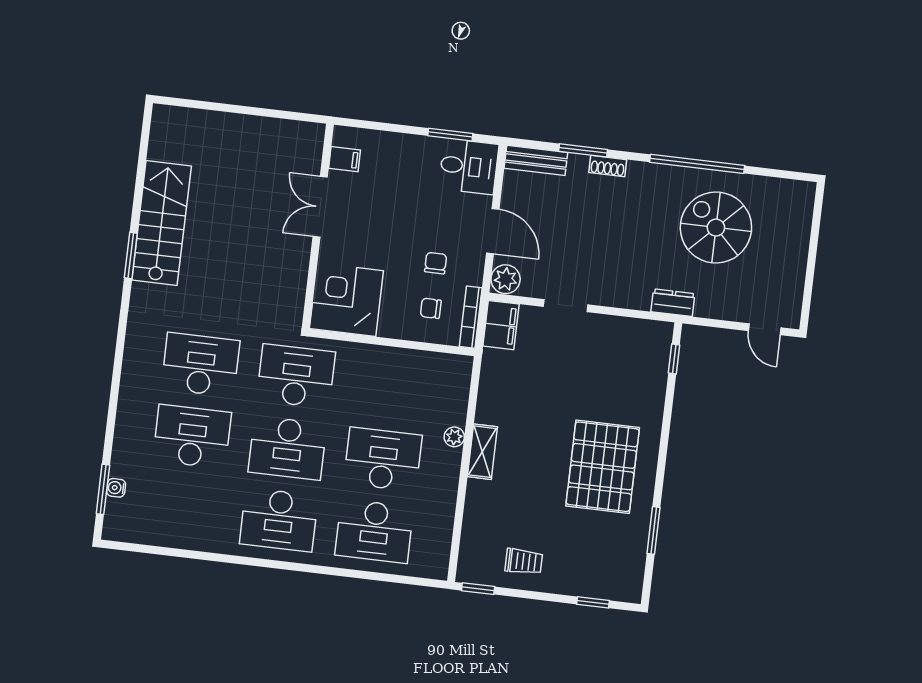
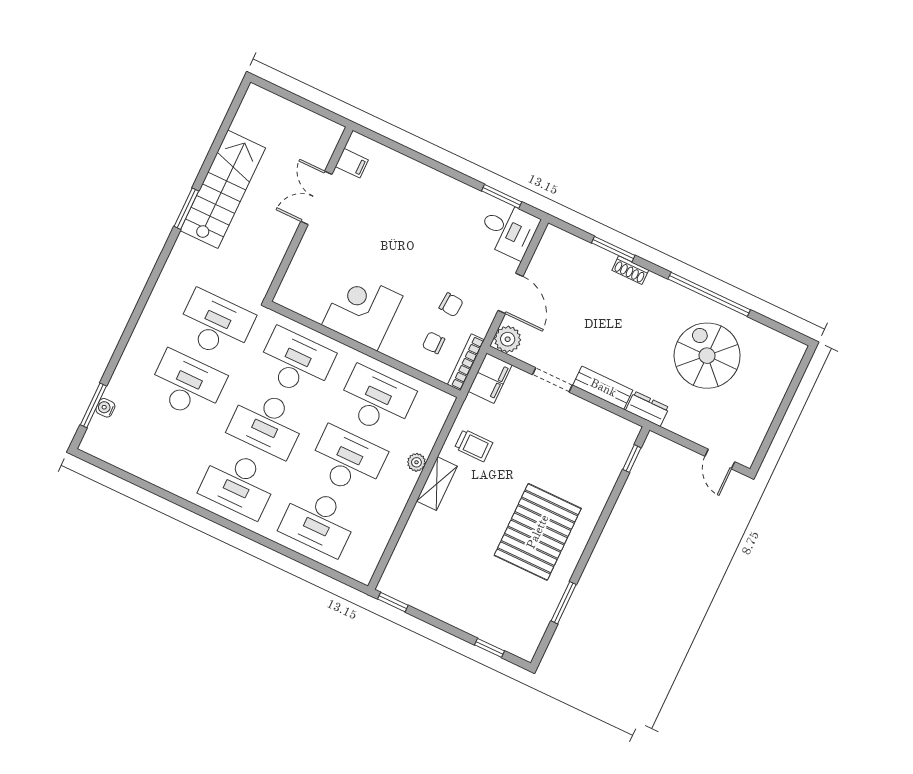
filing cabinet: (345, 159) -> (352, 163), moved
bench: (536, 160) -> (603, 388), moved
double door: (320, 207) -> (316, 198), moved
wall: (318, 226) -> (309, 214), moved
chair: (436, 263) -> (451, 305), turned 94
desk: (391, 387) -> (376, 401), added
trolley: (524, 561) -> (474, 445), moved

